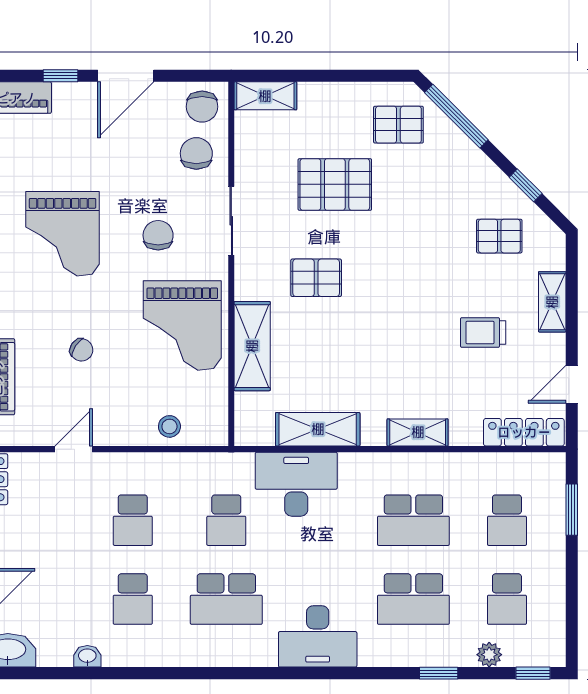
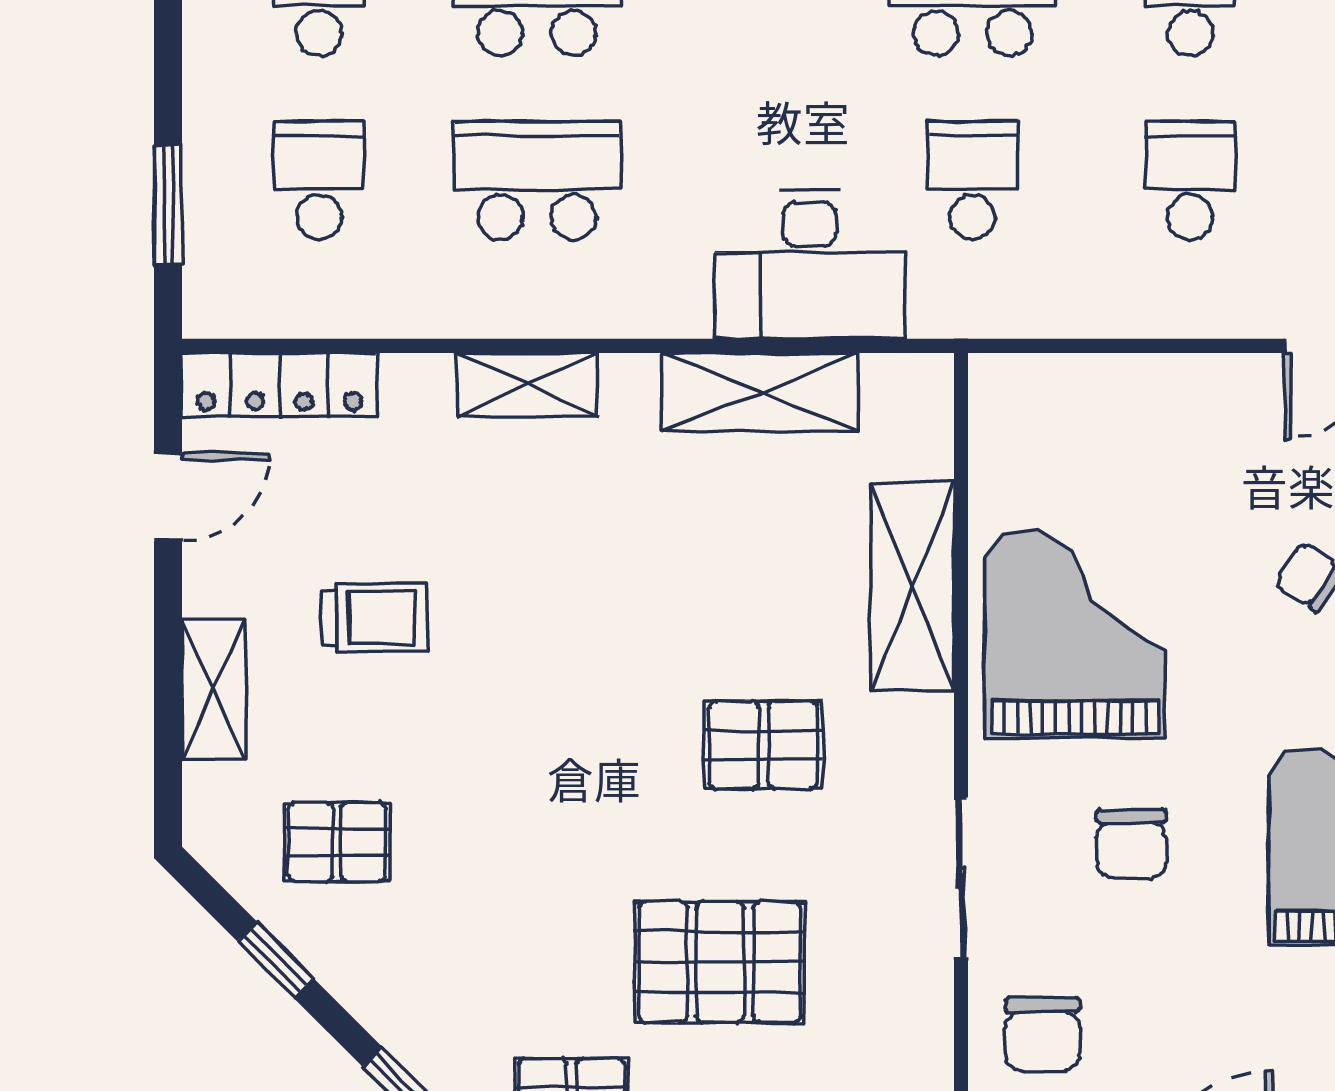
stool: (169, 426) -> (1105, 399), removed

